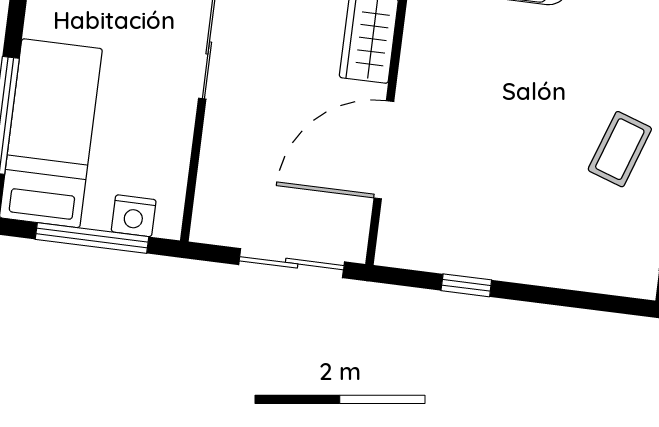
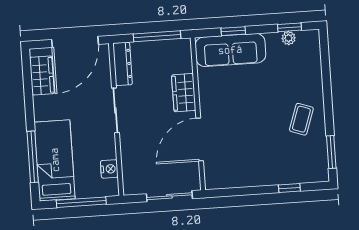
nightstand: (134, 216) -> (109, 169), moved, turned -90
window: (466, 285) -> (289, 188), moved

